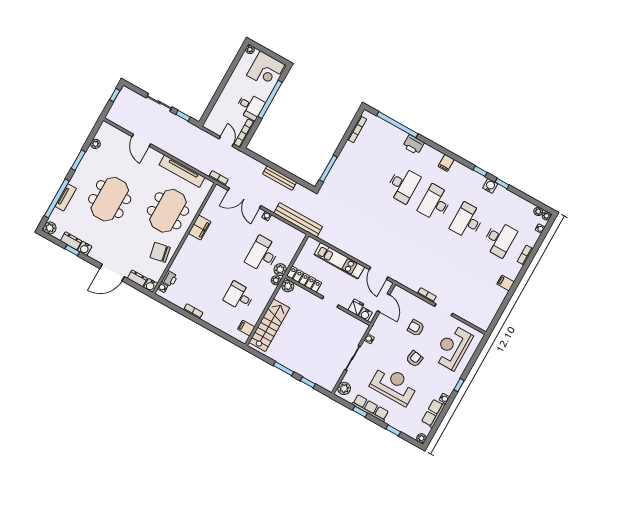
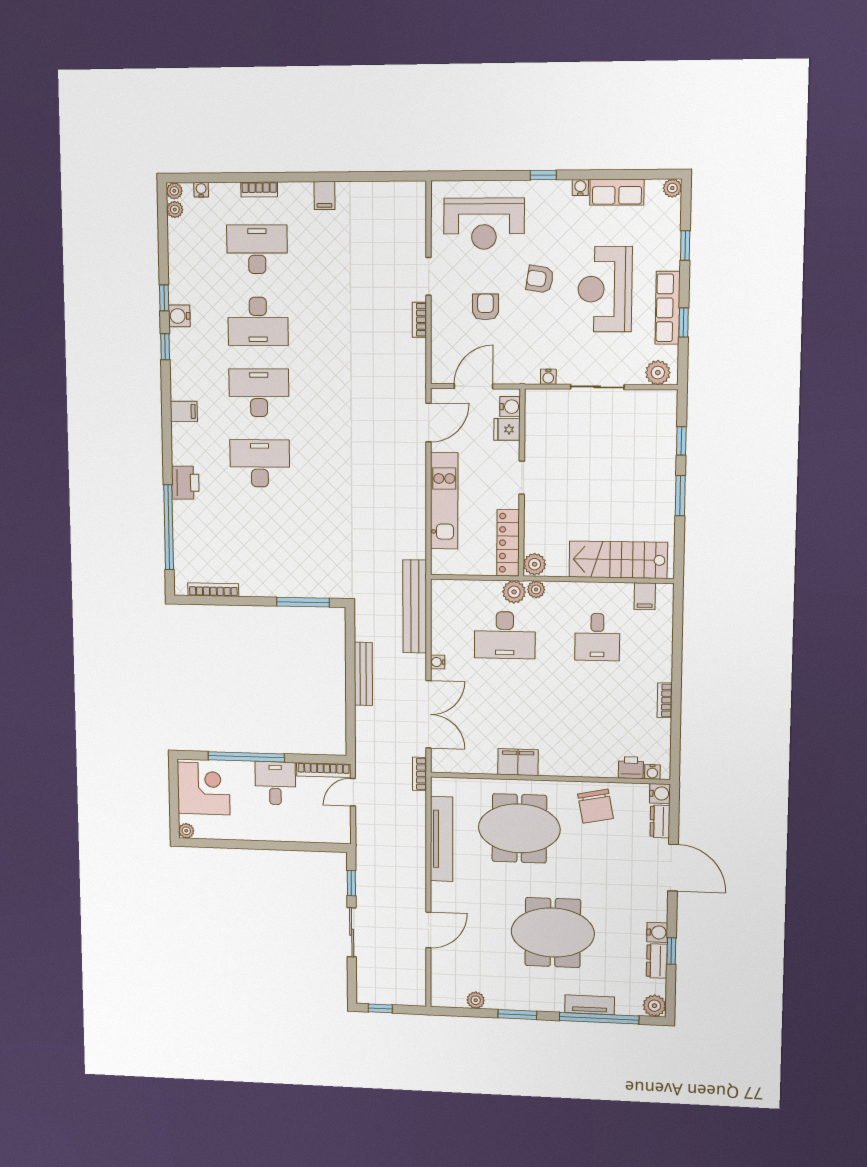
desk: (435, 203) -> (259, 393), turned 180
armchair: (416, 328) -> (485, 307), turned 180

